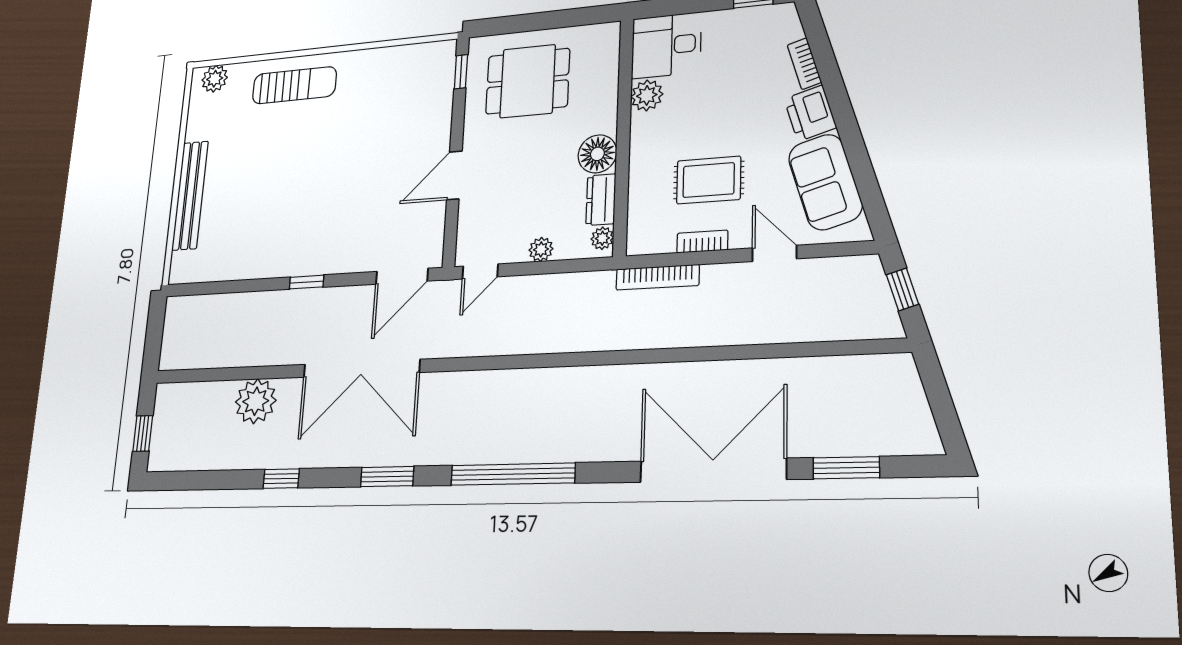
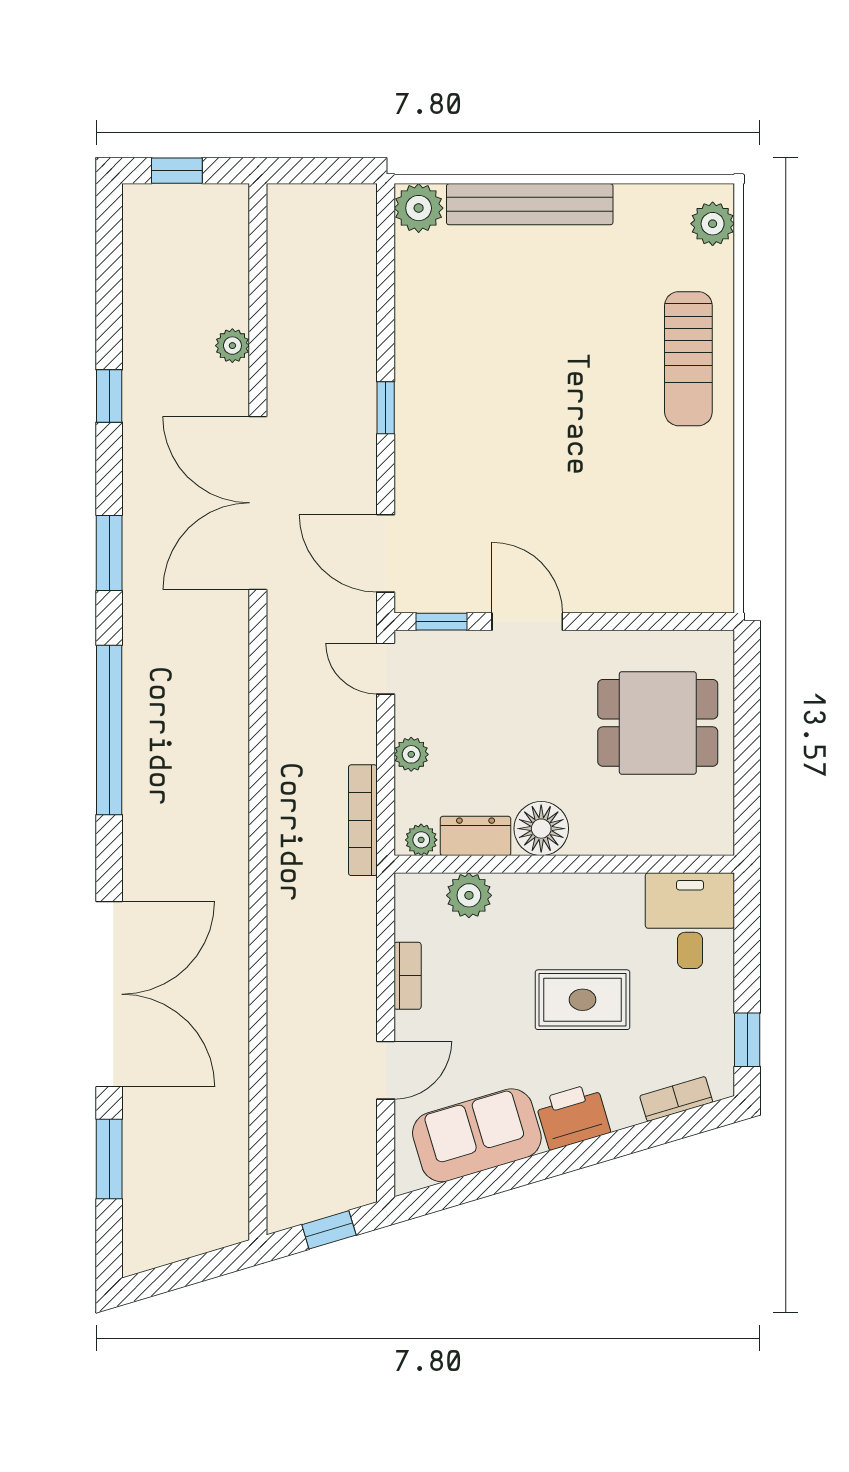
bookcase: (804, 64) -> (676, 1099), moved
window: (461, 72) -> (441, 622), moved
dining table: (528, 81) -> (658, 723), turned 90
plant: (647, 95) -> (469, 895), moved
rug: (709, 180) -> (583, 1000), moved, turned 90
plant: (184, 268) -> (419, 208), added
bookcase: (657, 277) -> (363, 820), moved
plant: (256, 401) -> (232, 346), width x0.53, depth x0.53

